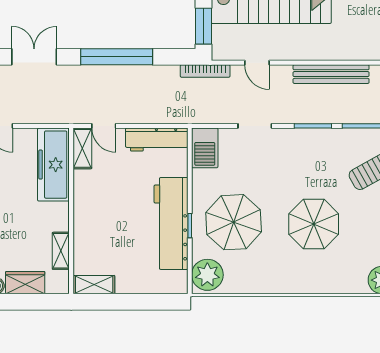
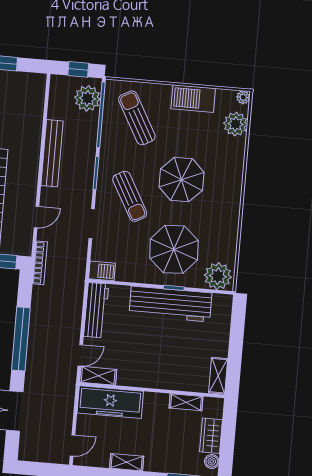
barbecue: (205, 148) -> (102, 271), width x0.73, depth x0.79
sun lounger: (290, 167) -> (130, 196), added

